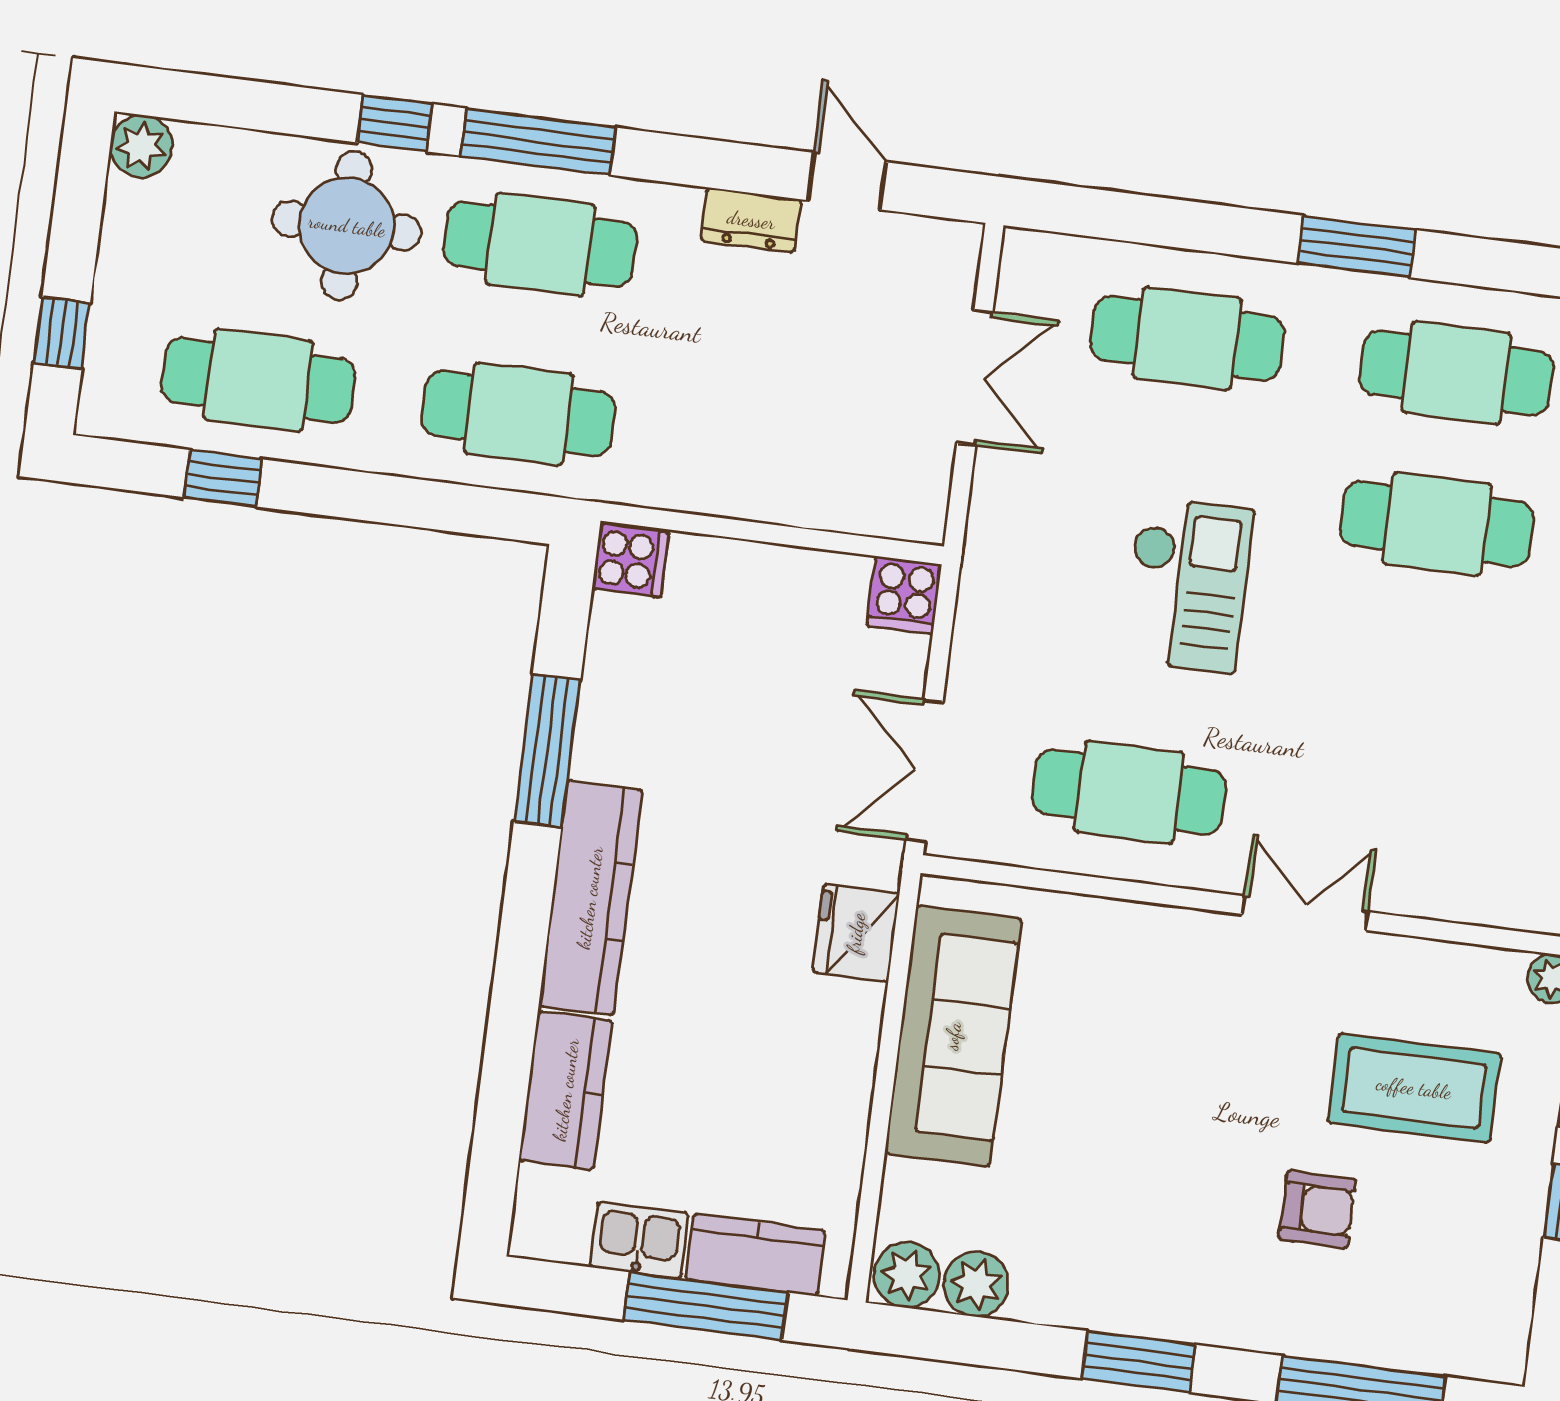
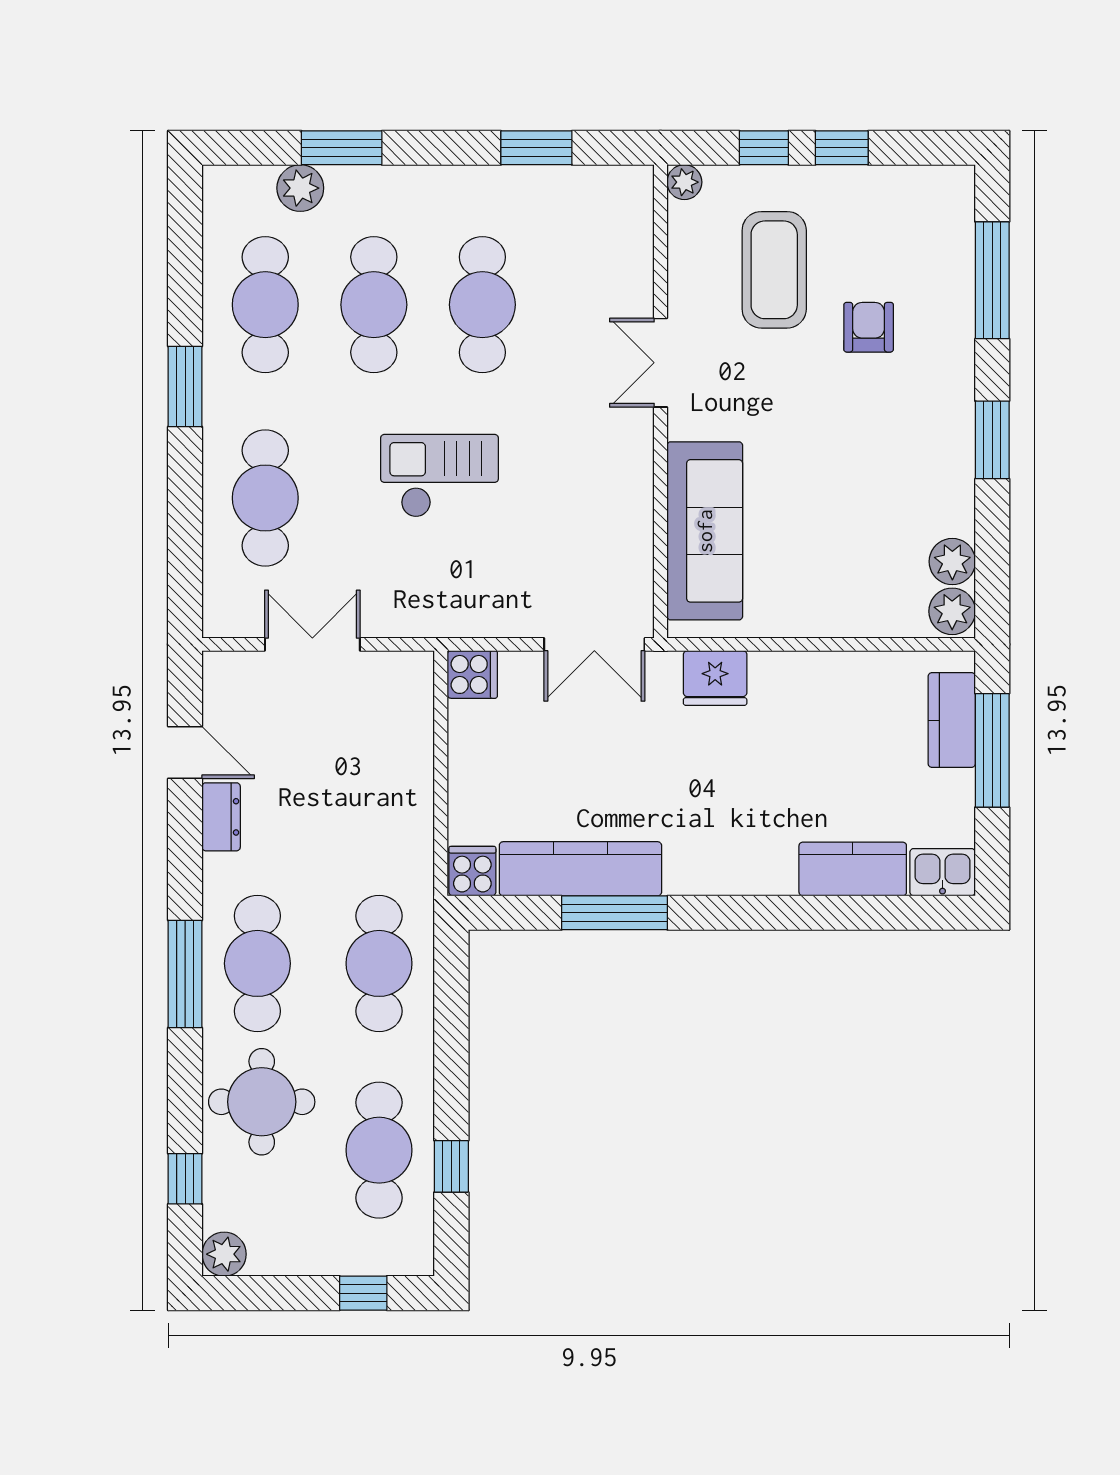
window: (395, 123) -> (185, 1179), moved
door: (847, 181) -> (185, 753), swing flipped
cafe table: (1129, 792) -> (482, 305), moved
kitchen counter: (590, 898) -> (580, 869), moved
sofa: (953, 1036) -> (705, 531), moved, turned 90
kitchen sink: (639, 1240) -> (943, 872), moved, turned 90

